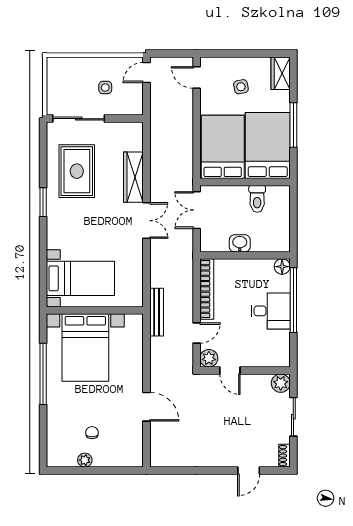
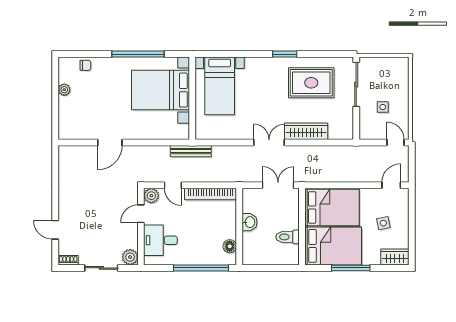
double door: (147, 221) -> (269, 142), swing flipped
floor lamp: (282, 267) -> (230, 246), moved
desk: (271, 311) -> (160, 240), moved, turned 90
chair: (92, 433) -> (85, 65), moved

